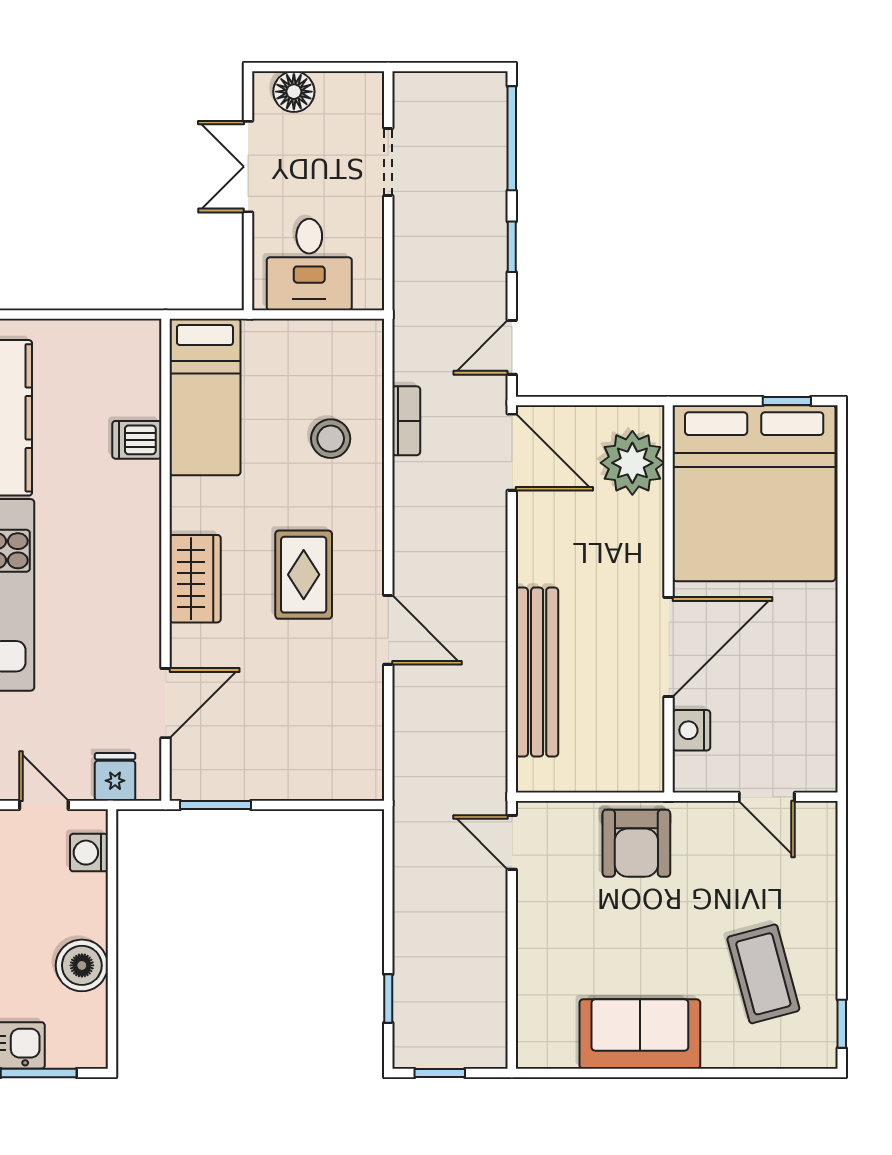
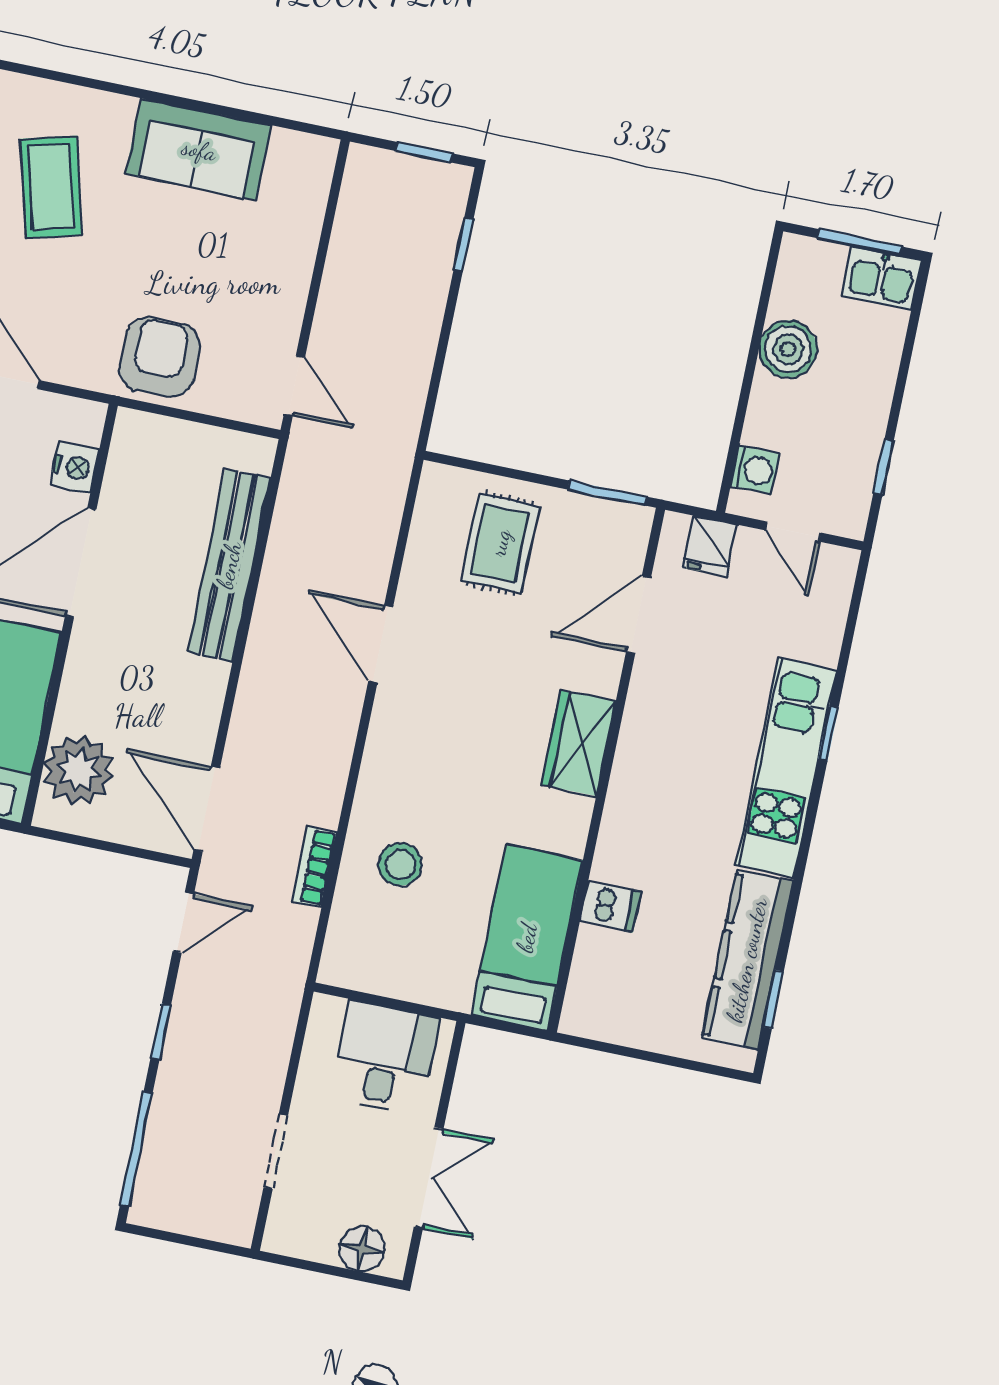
rug: (304, 575) -> (500, 543), moved

